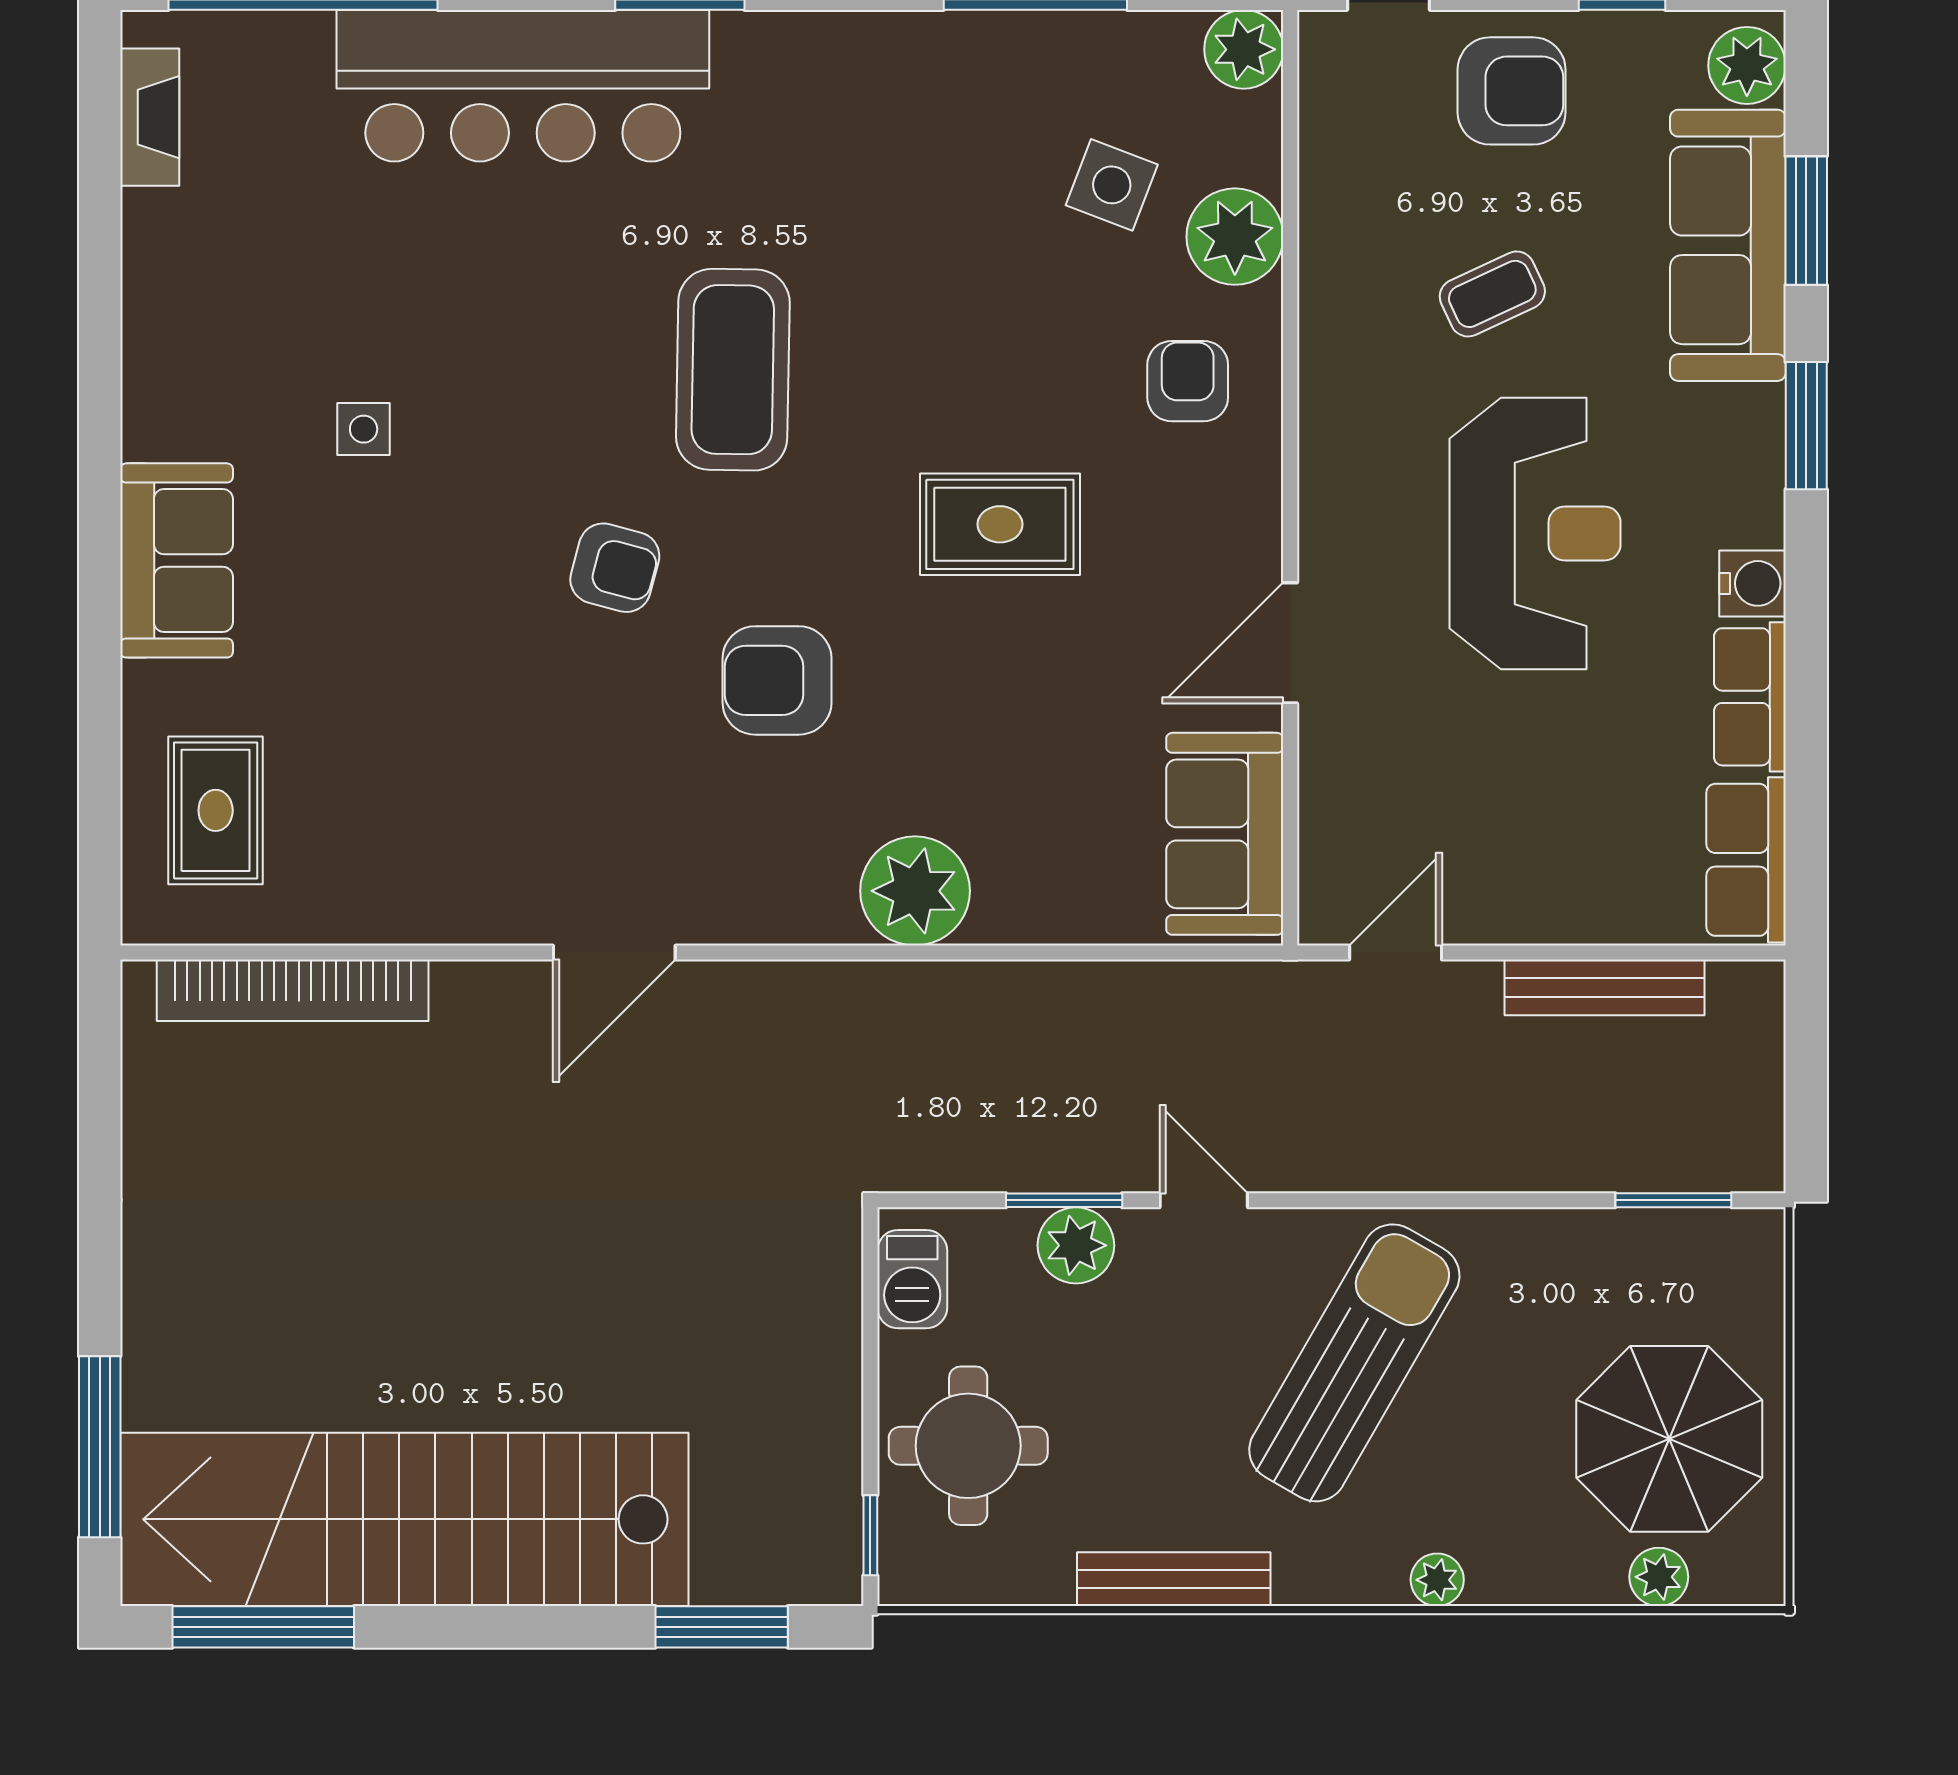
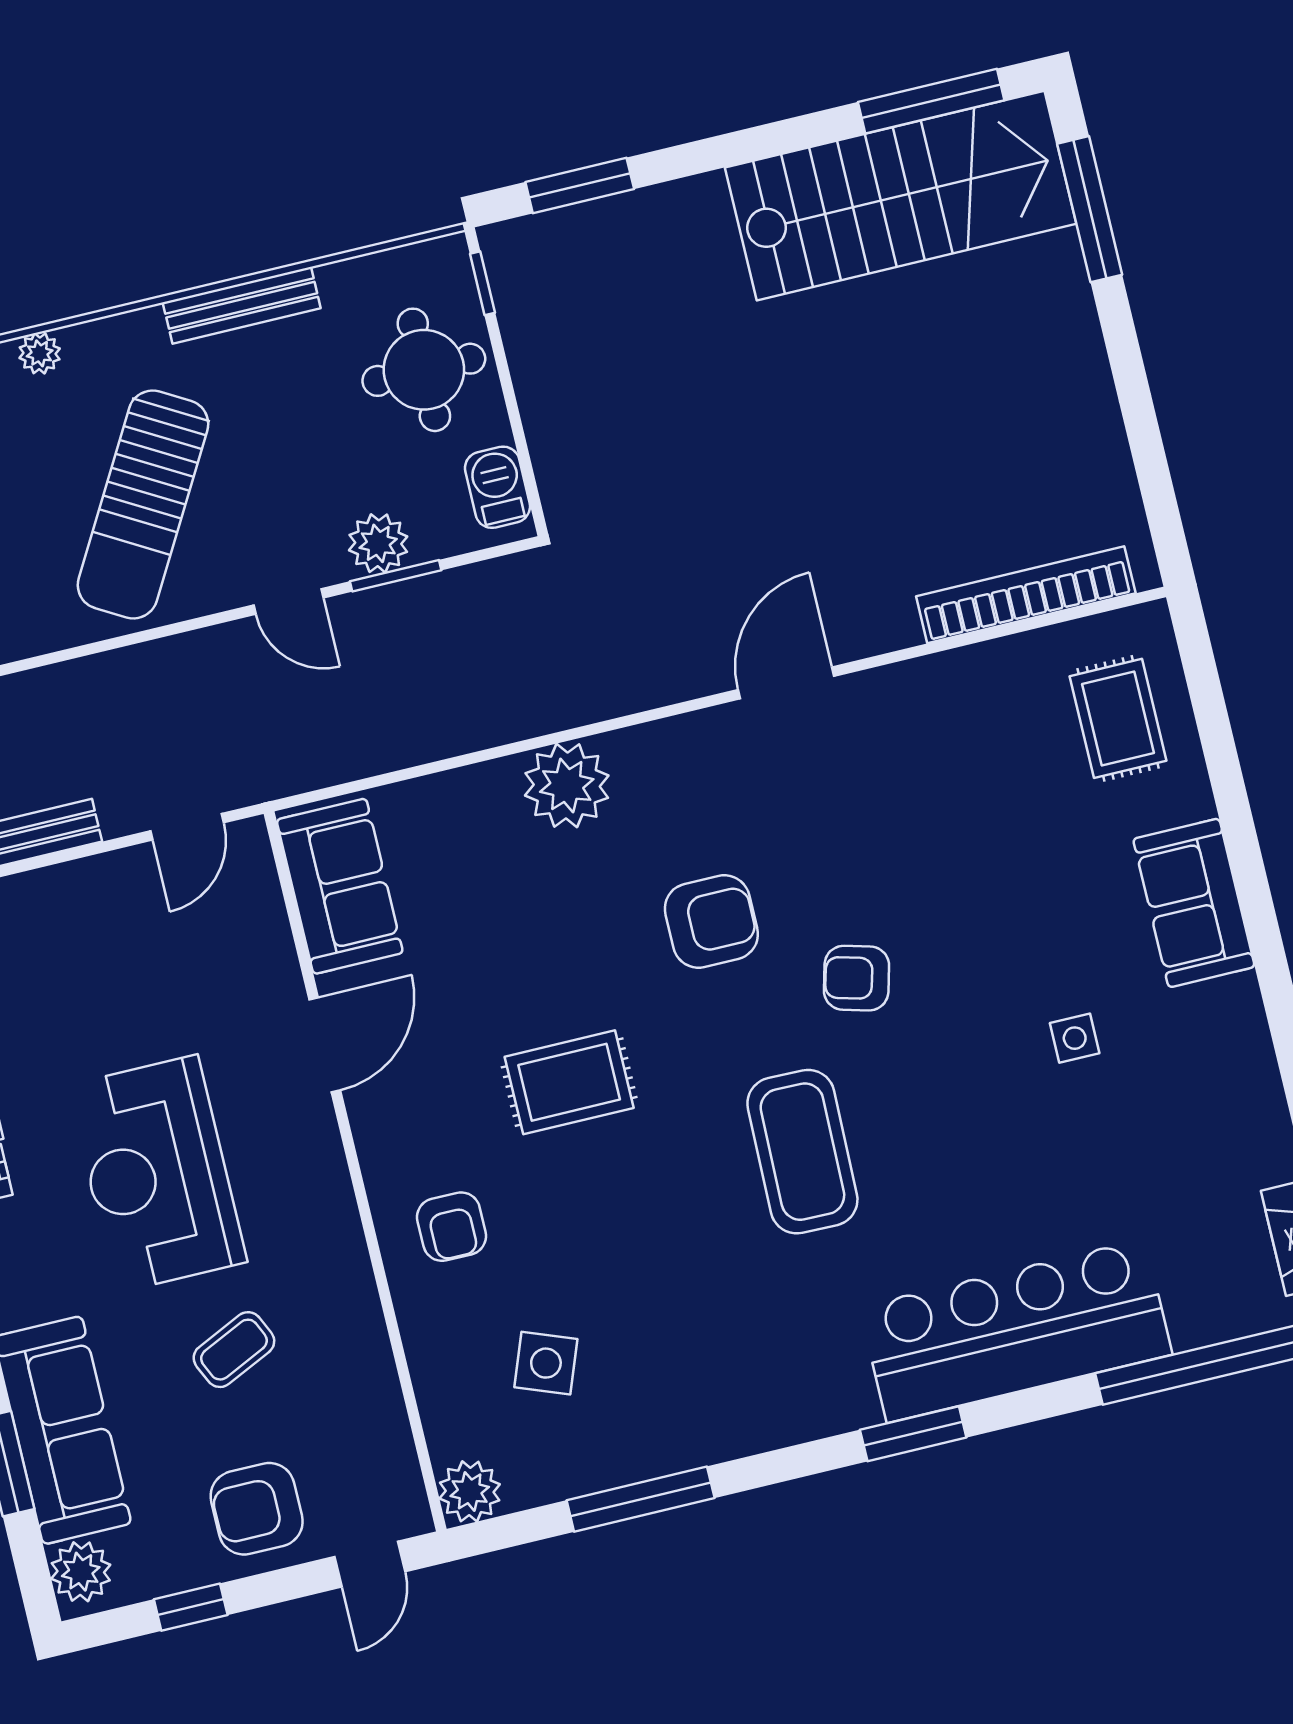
plant: (1235, 237) -> (442, 1346), removed
stairs: (404, 1519) -> (901, 196), width x0.73

